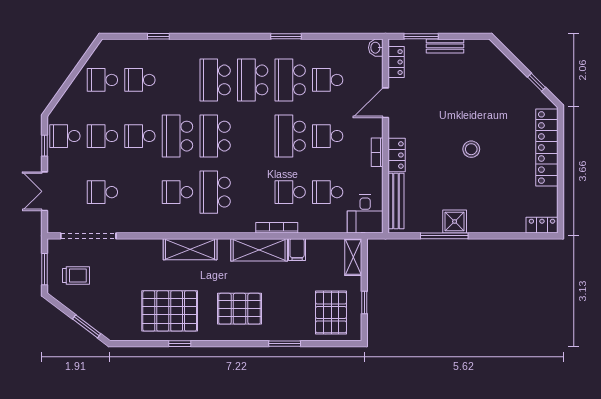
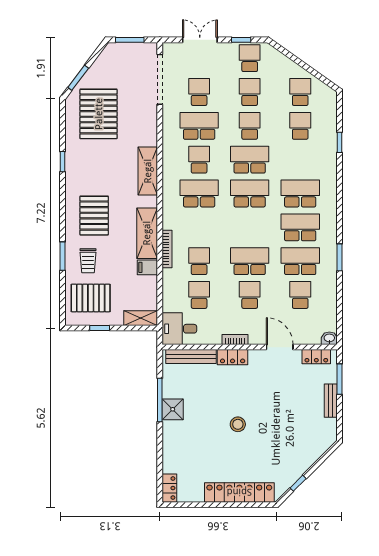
school desk: (140, 192) -> (199, 126), added
trolley: (76, 276) -> (88, 261), moved
pallet: (170, 311) -> (99, 114), moved

